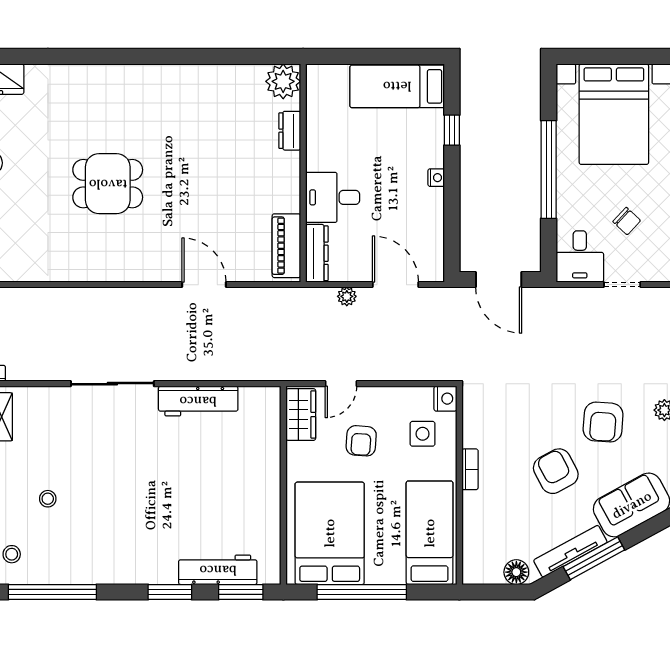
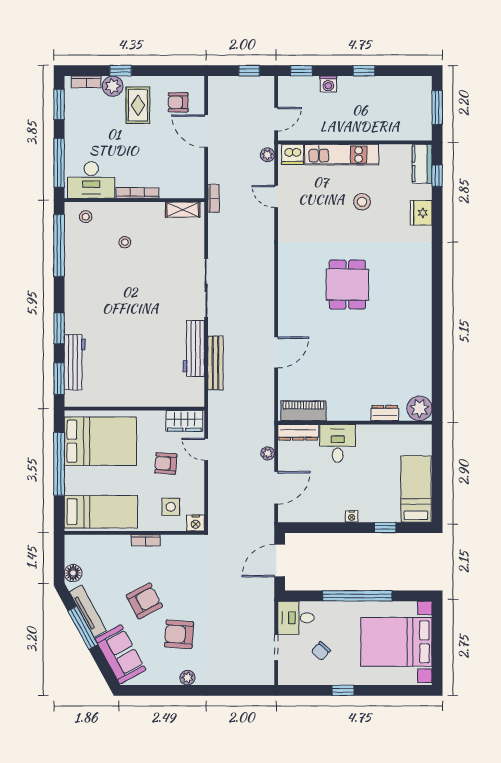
bench: (219, 370) -> (215, 363), added

